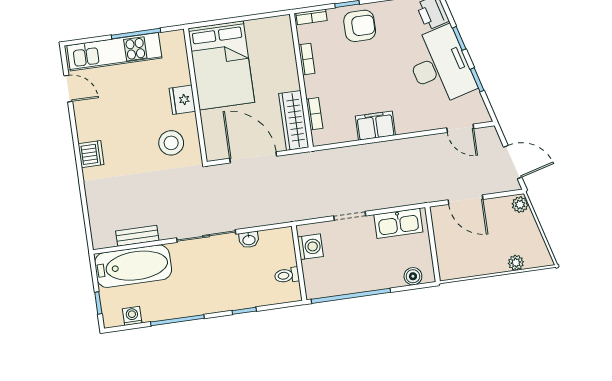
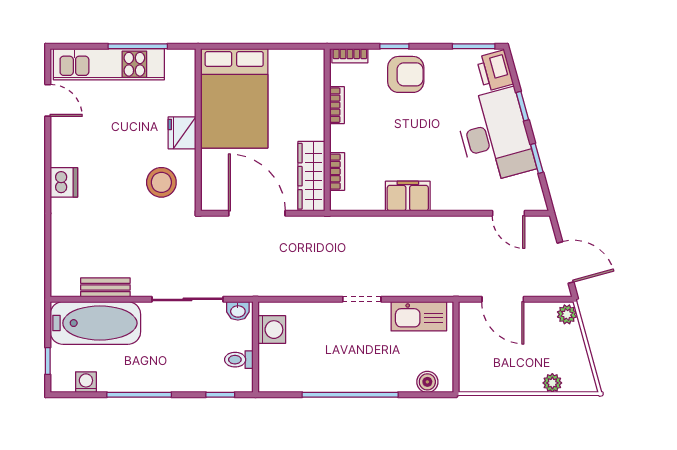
washing machine: (310, 247) -> (272, 330), moved
wall: (299, 263) -> (256, 347), moved
toilet: (287, 275) -> (239, 360), moved

